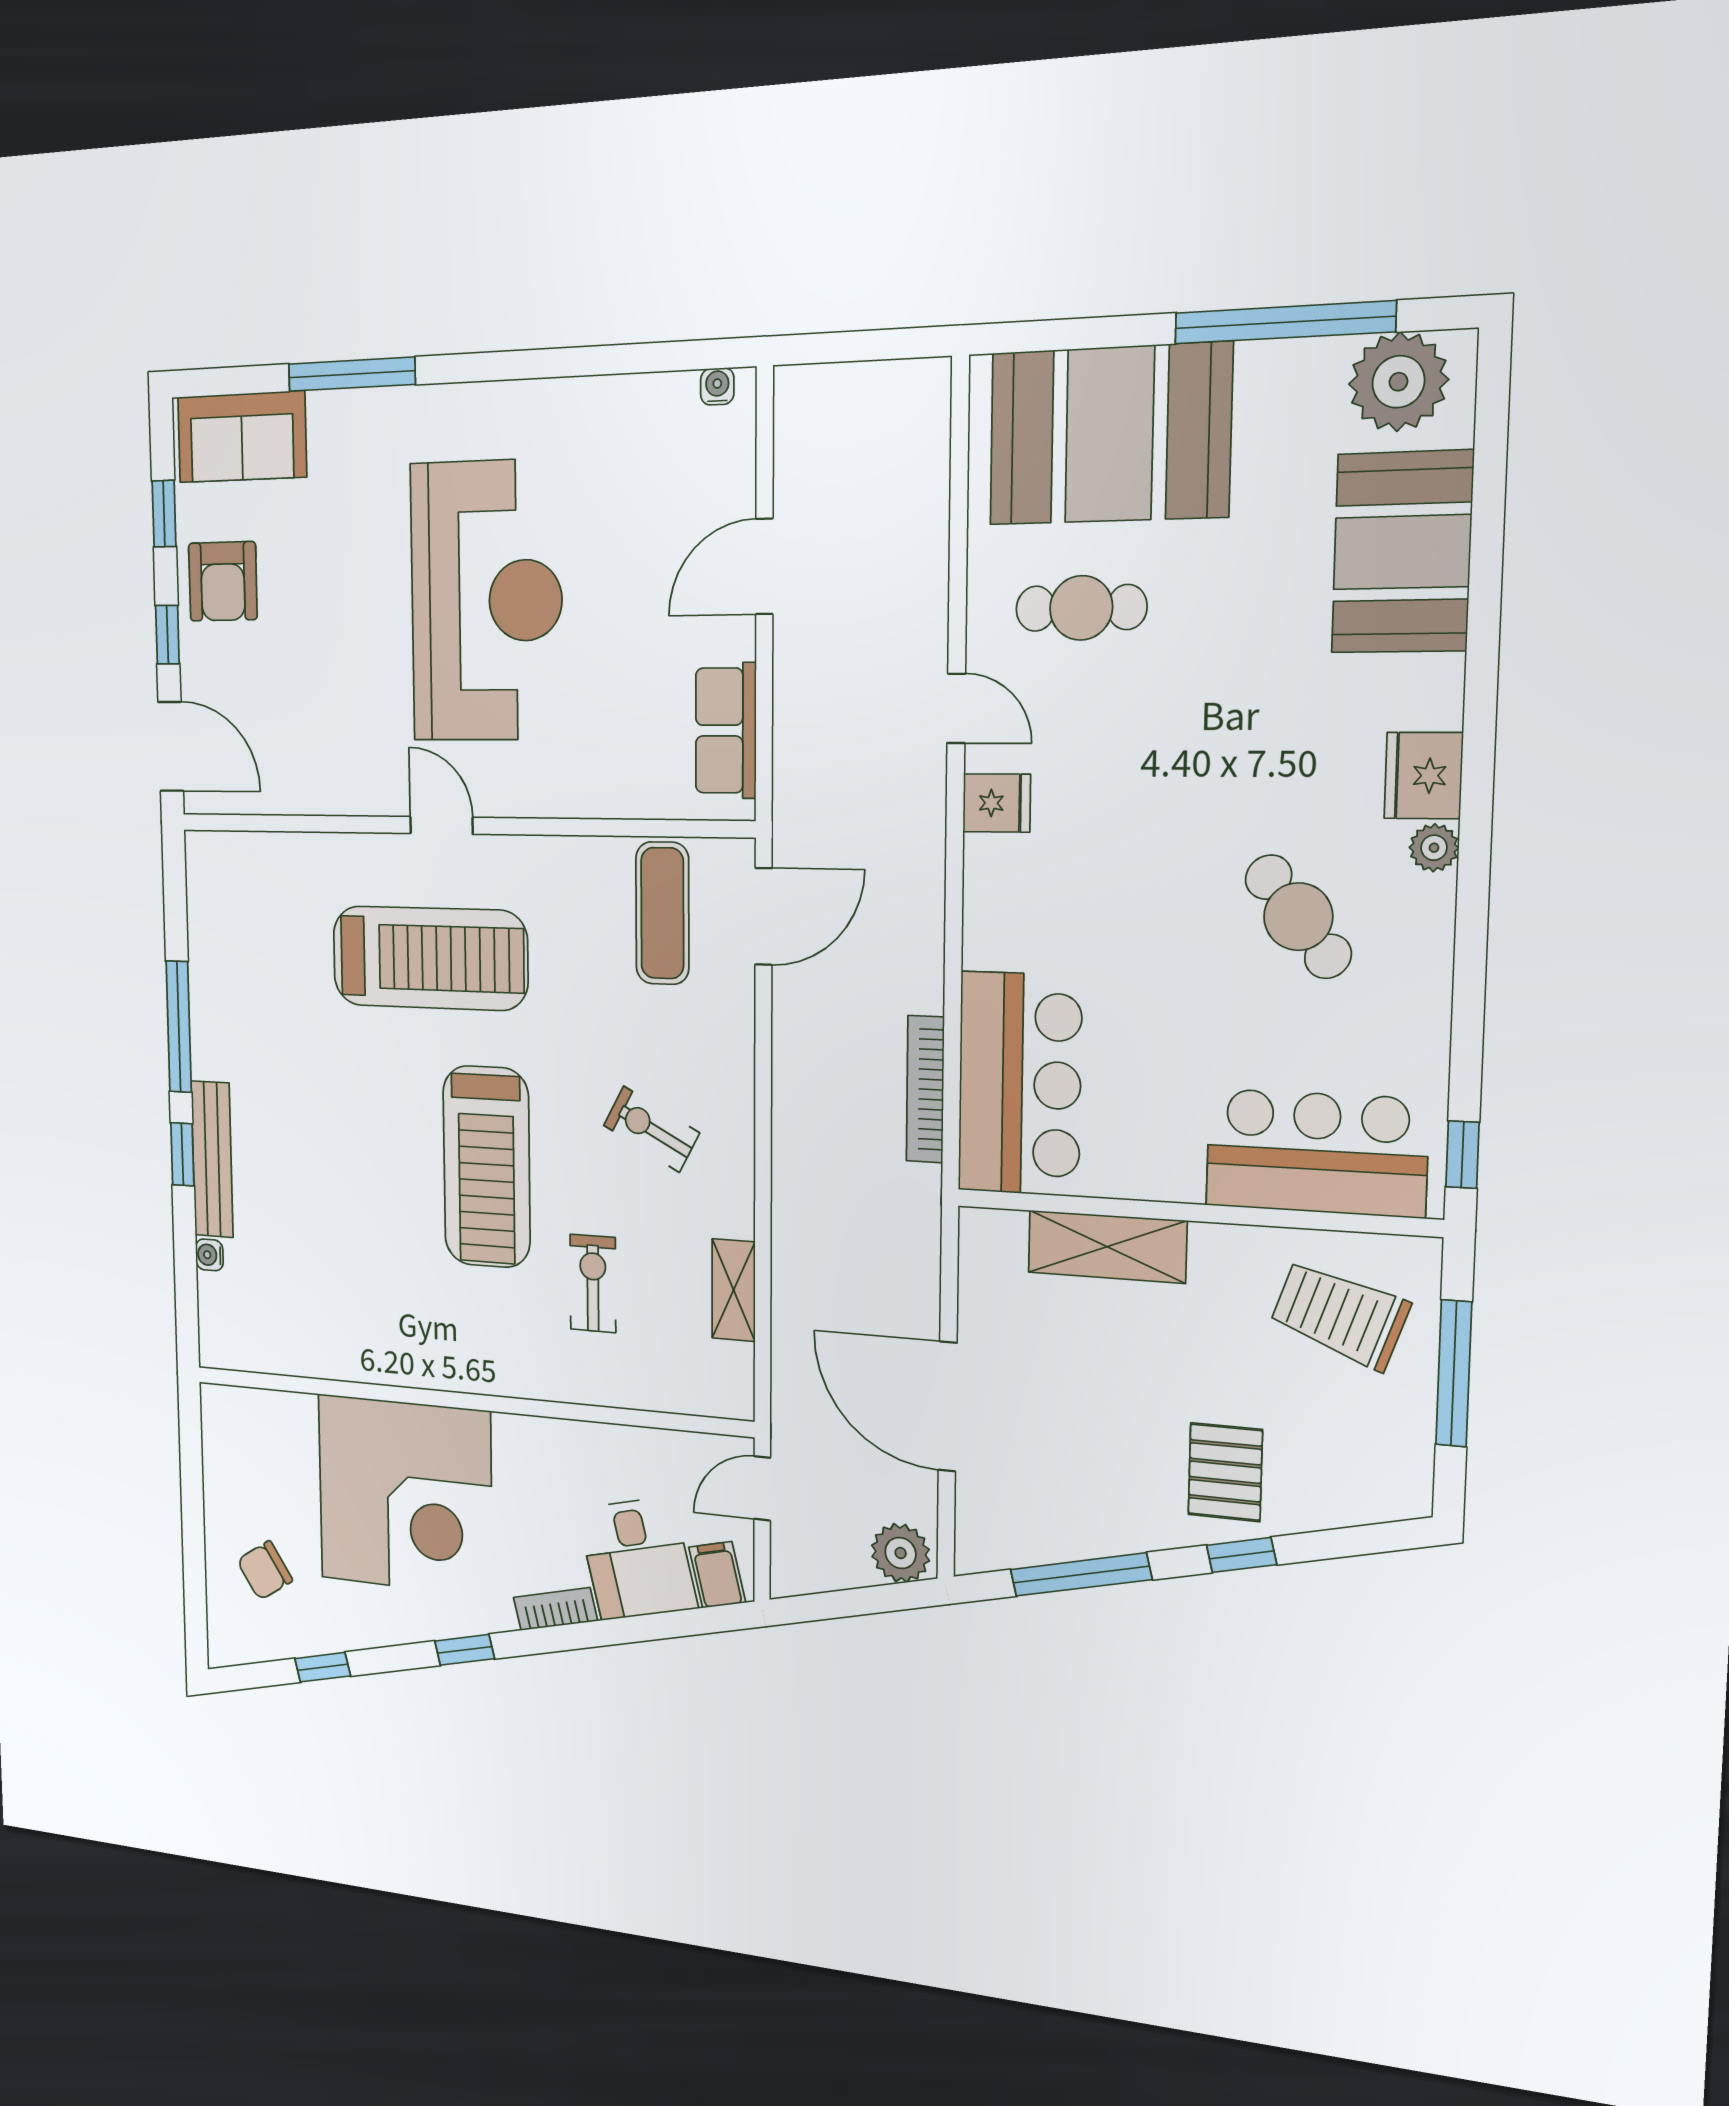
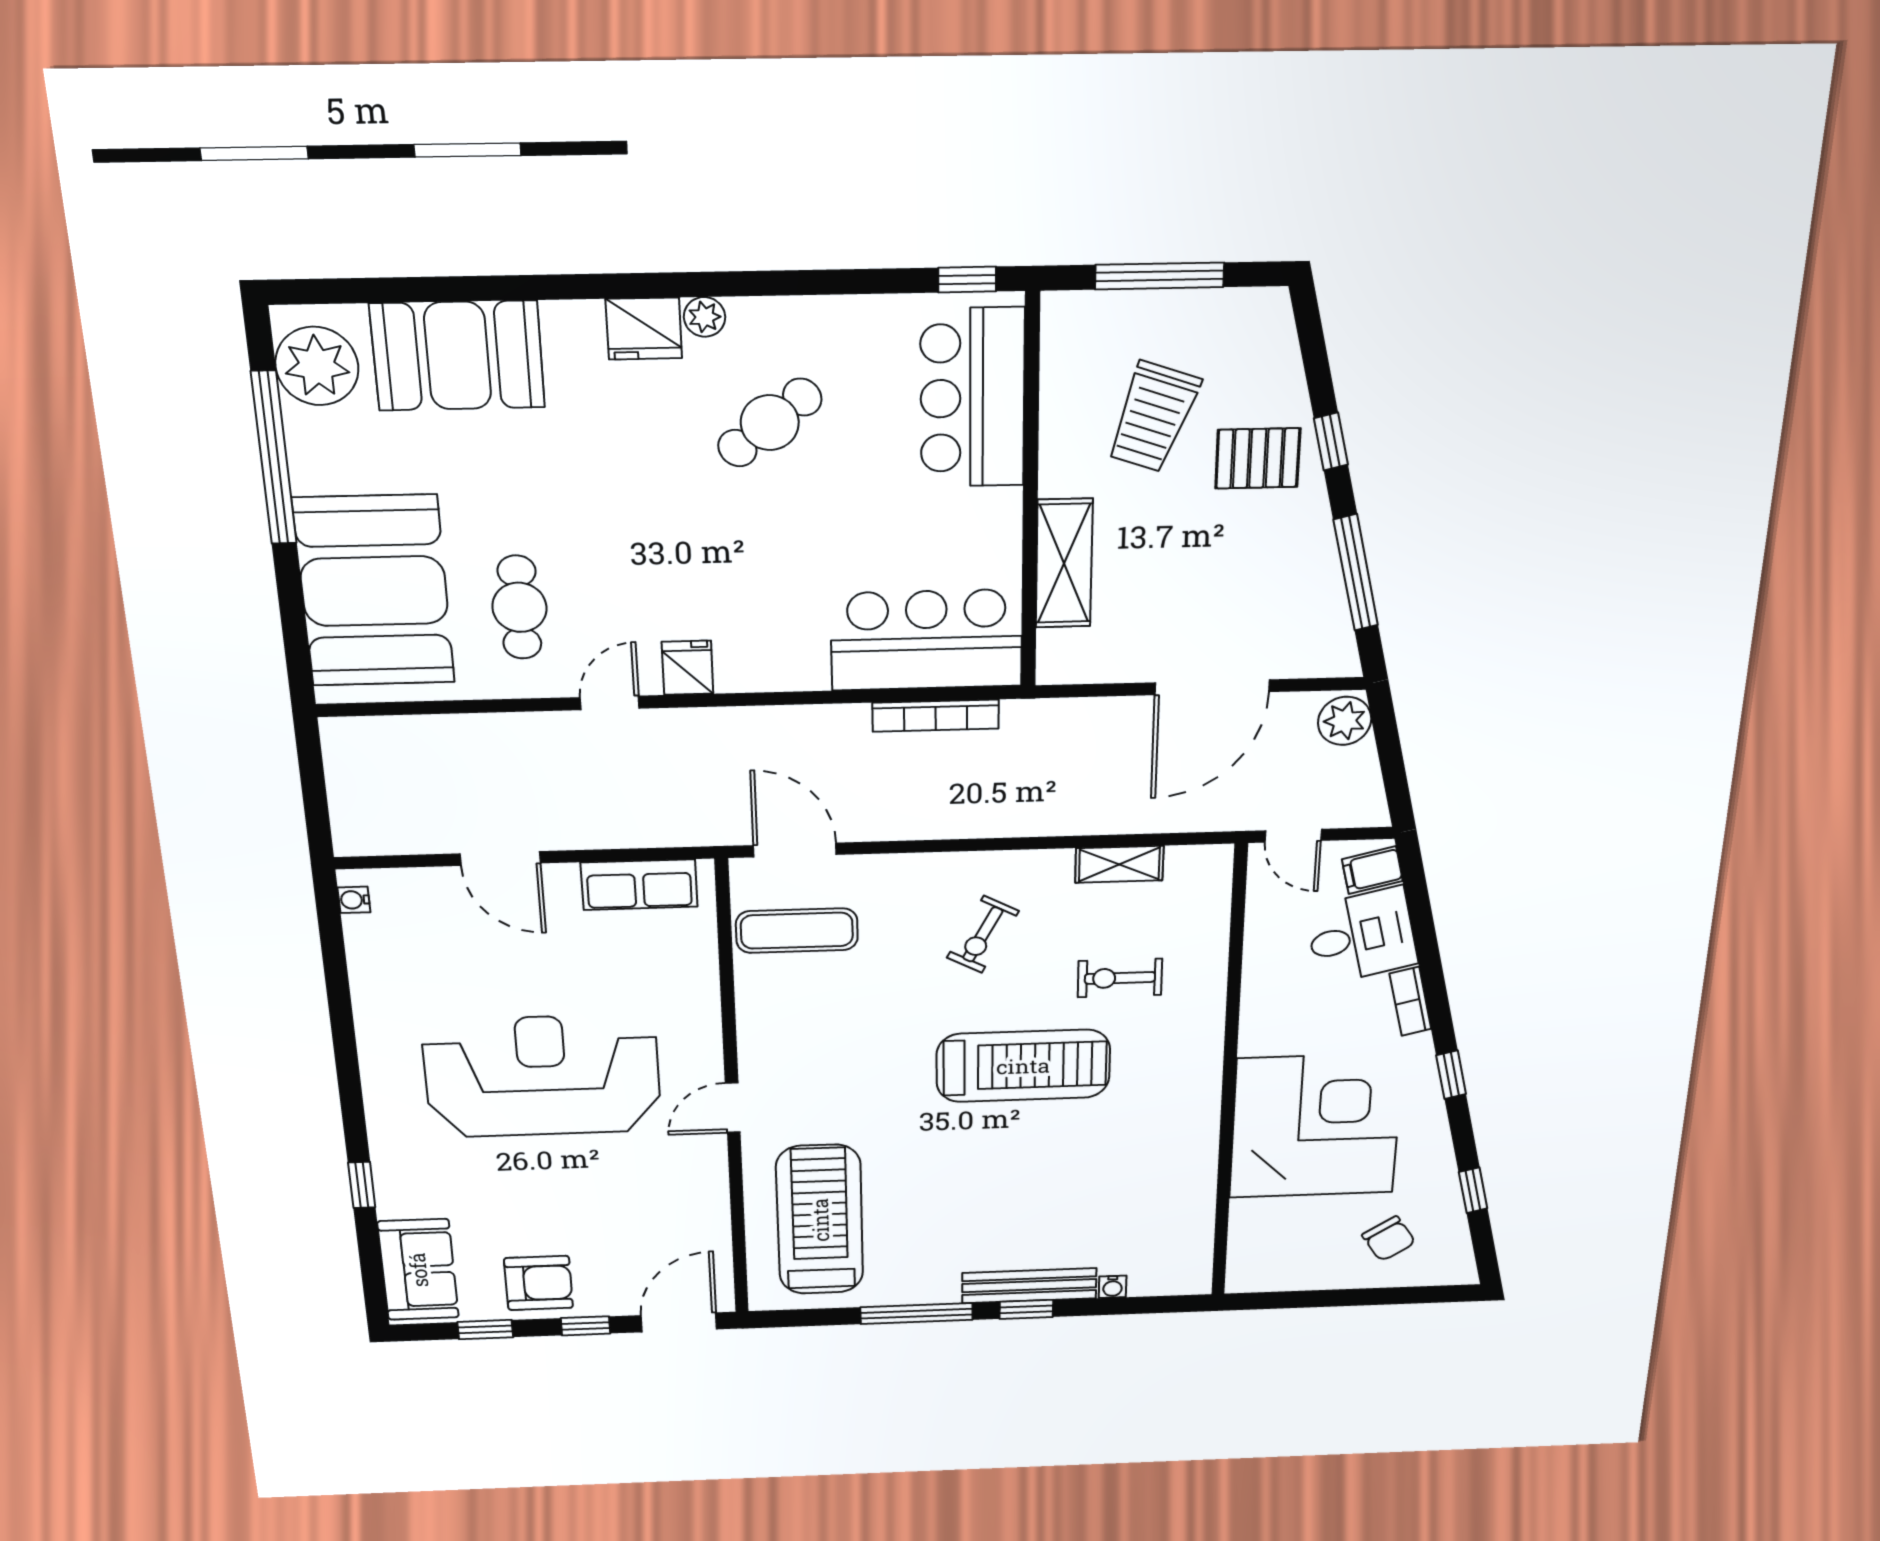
window: (352, 374) -> (362, 1185), width x0.46
treadmill: (430, 958) -> (820, 1220), moved
trolley: (1340, 1315) -> (1153, 417), moved

